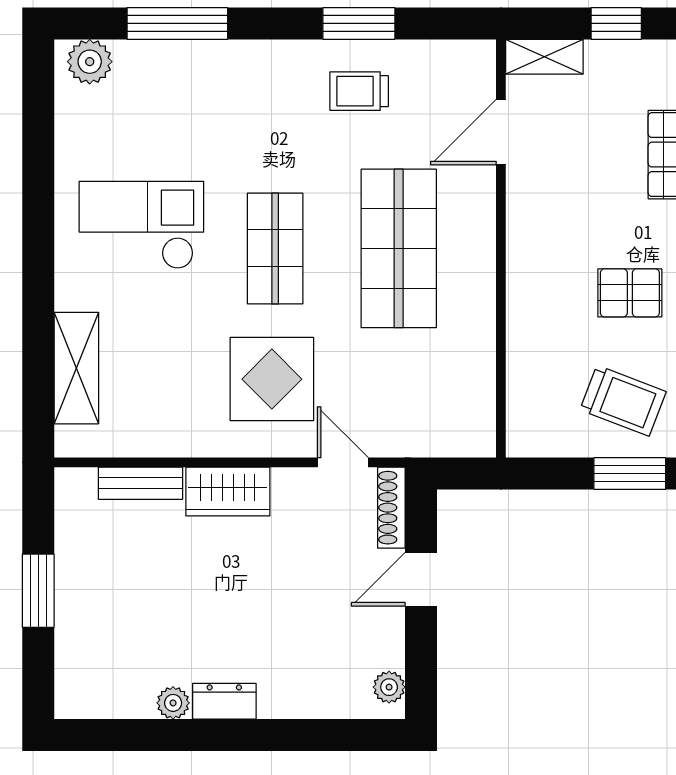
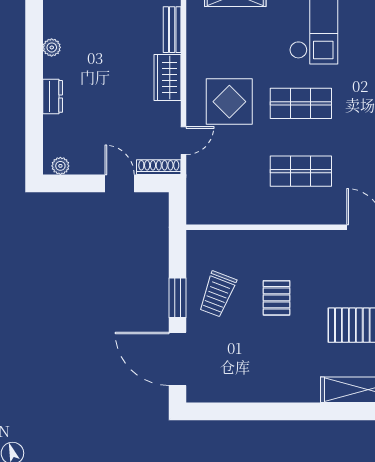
shop shelf: (399, 248) -> (301, 171), width x0.70, depth x0.74
dresser: (224, 701) -> (53, 96), moved

